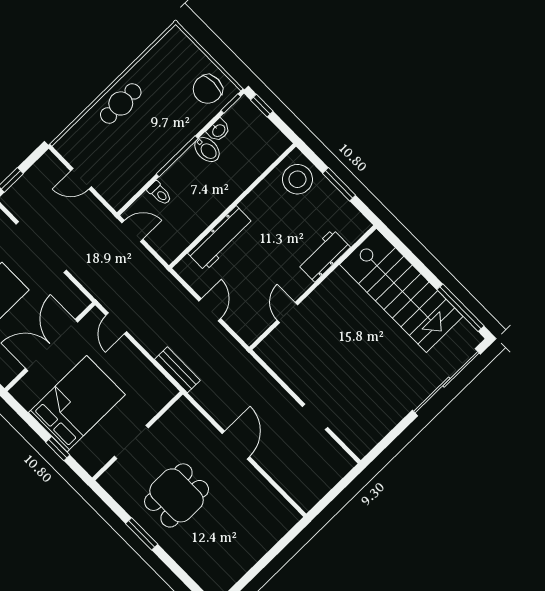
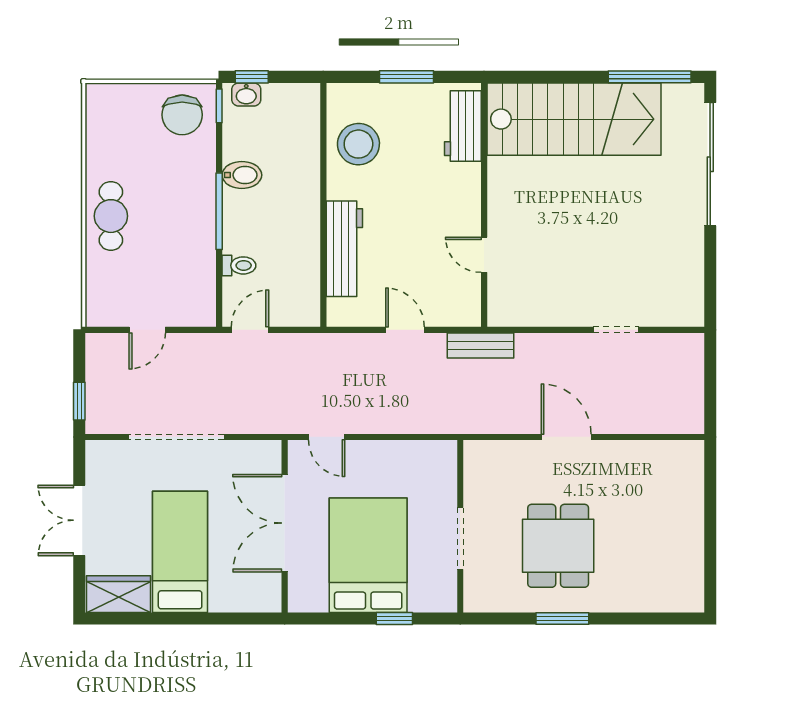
washbasin: (218, 130) -> (246, 95), moved, turned 90
stool: (297, 179) -> (358, 144), moved
workbench: (324, 256) -> (463, 126), moved
bench: (177, 370) -> (481, 345), moved

